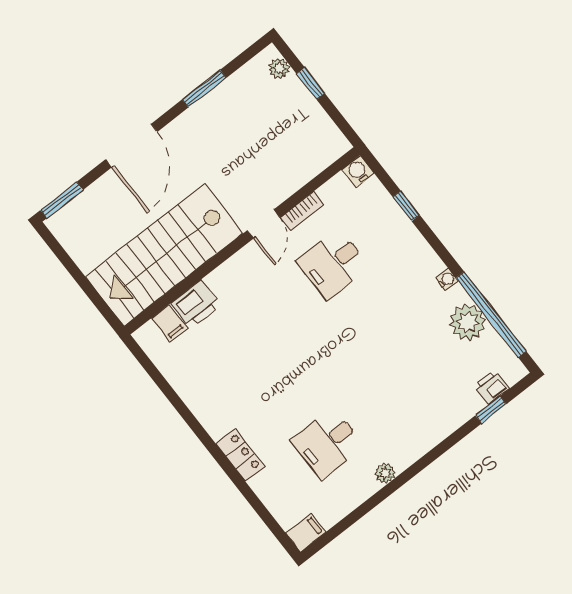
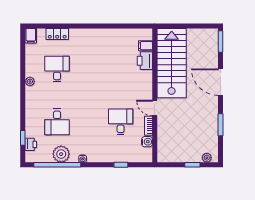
water cooler: (358, 171) -> (147, 142), moved
desk: (418, 373) -> (57, 122), added
locker: (240, 455) -> (57, 34), moved

